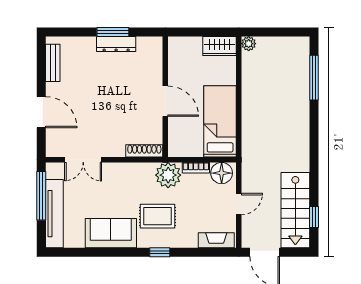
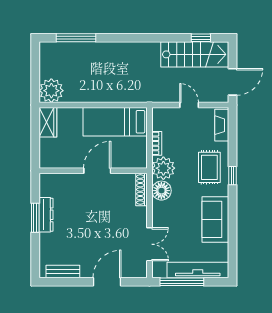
plant: (249, 44) -> (51, 91), width x1.87, depth x1.87
floor lamp: (222, 173) -> (161, 191), moved
rug: (157, 216) -> (209, 167), moved

